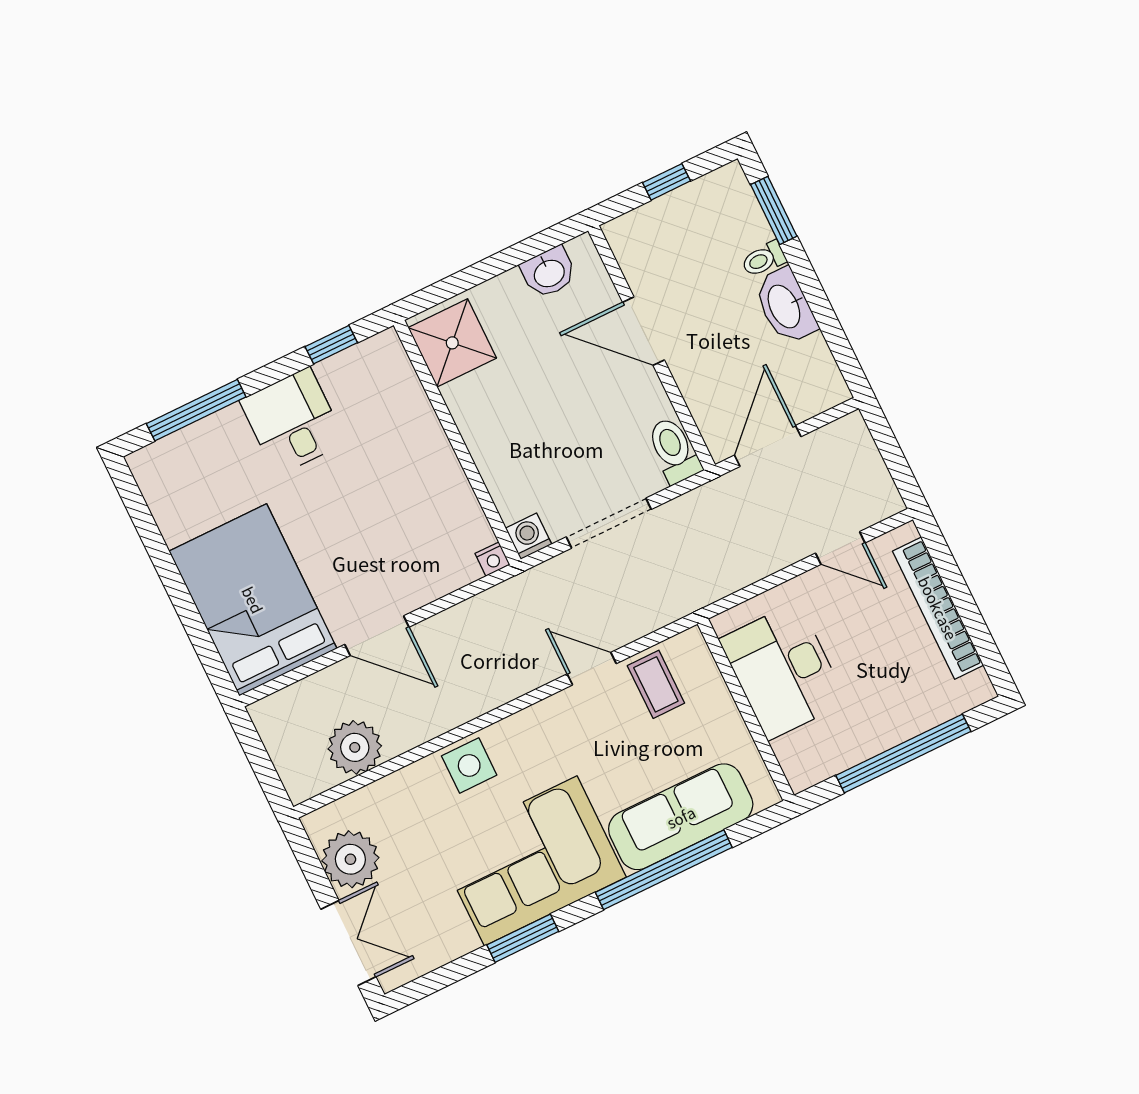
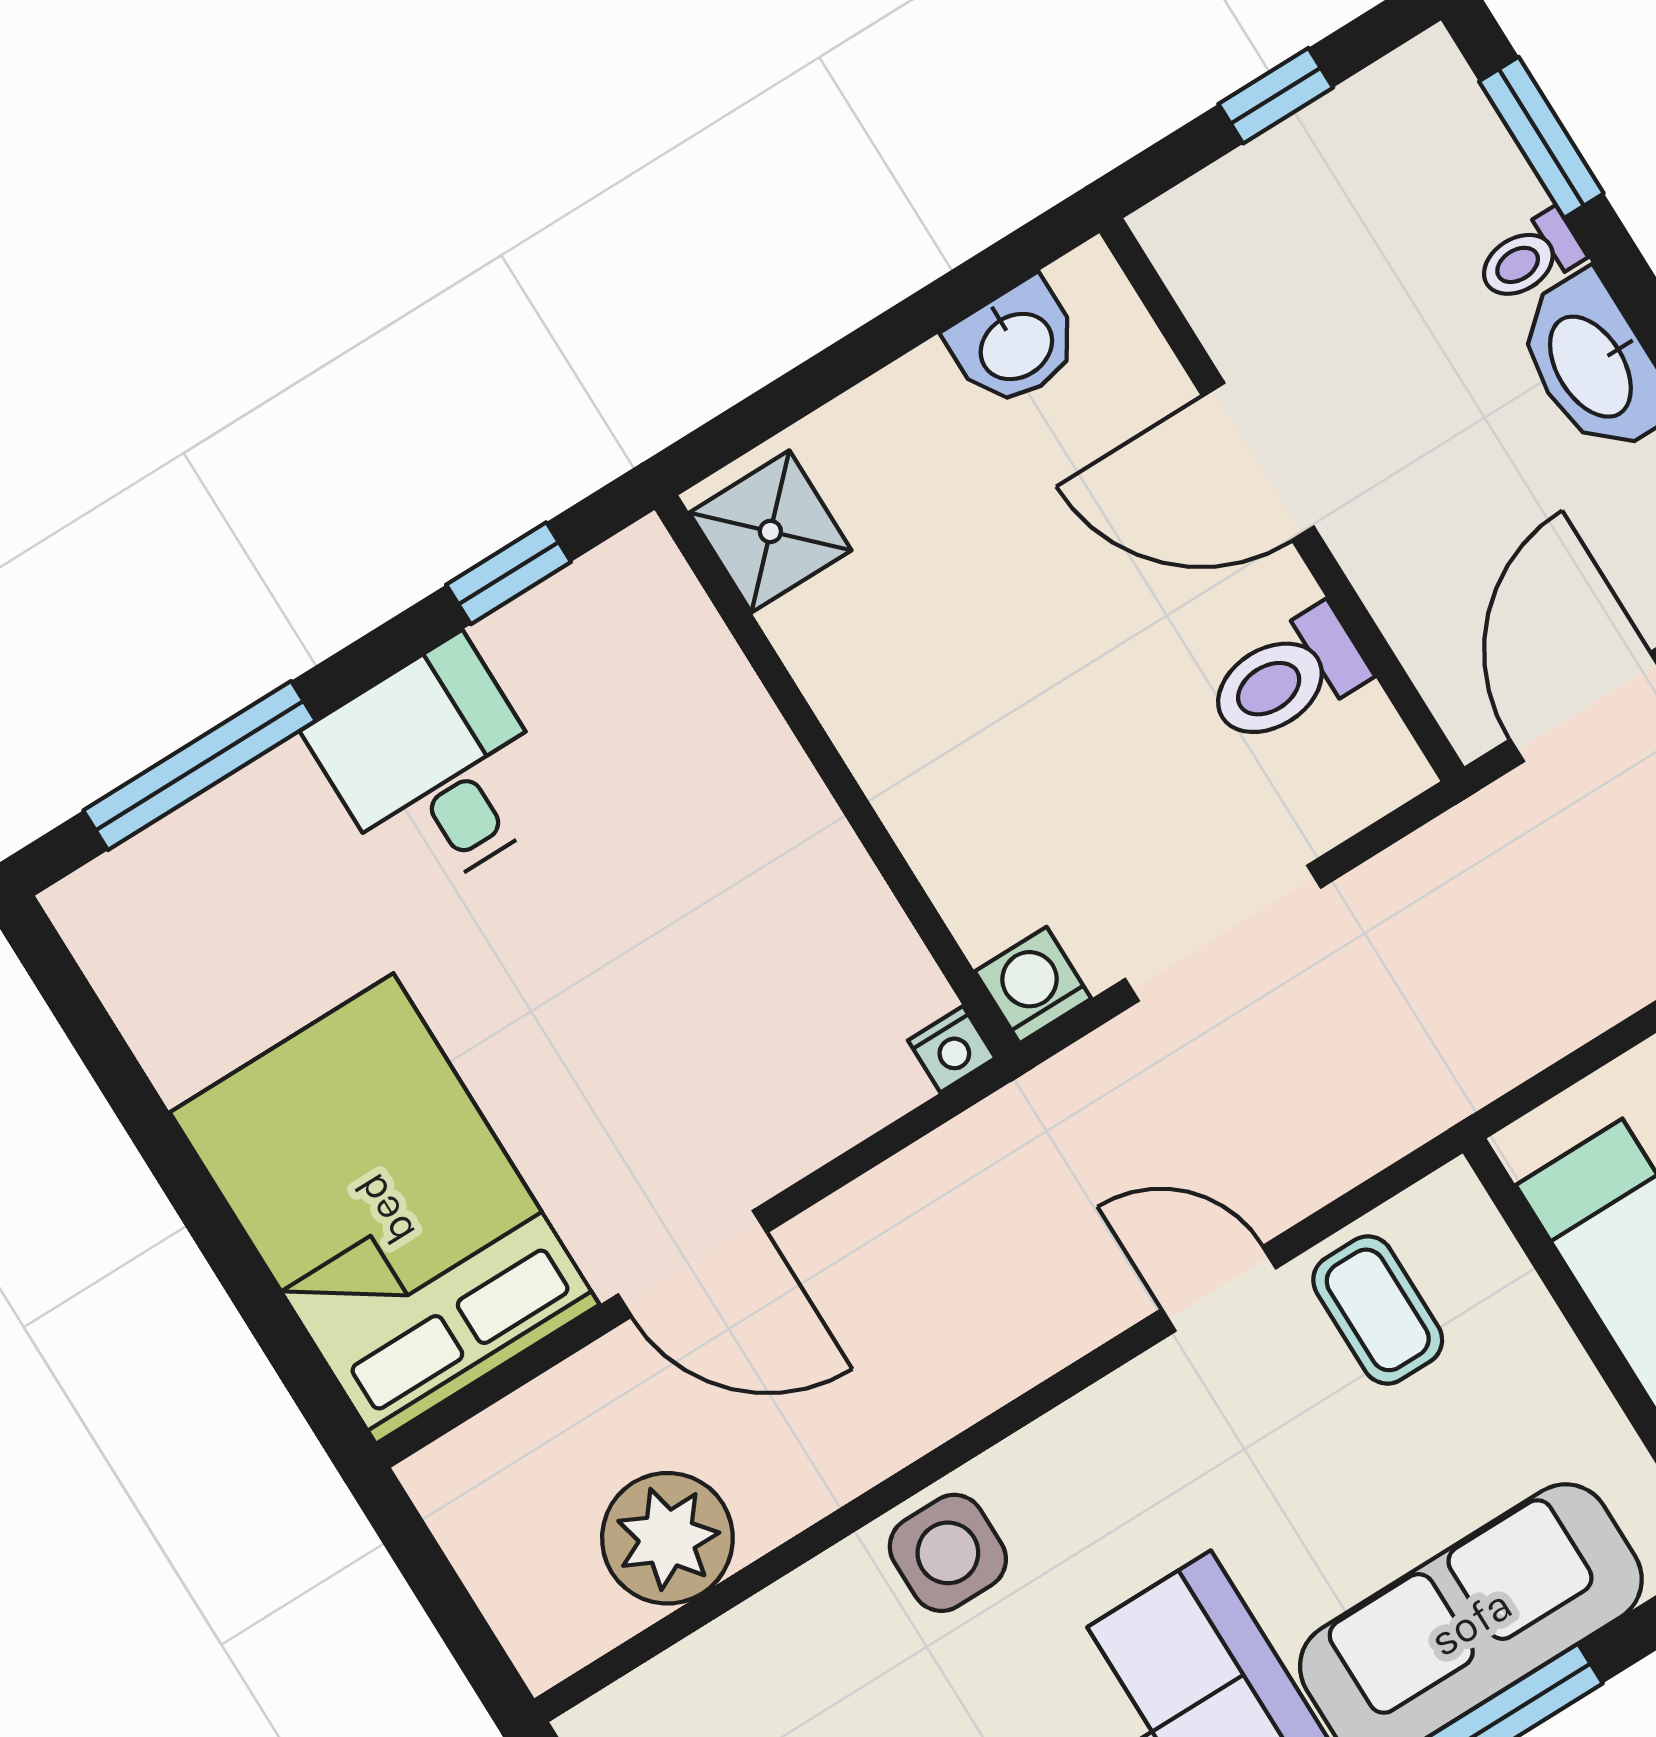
shower: (452, 343) -> (770, 531), width x0.73, depth x0.73
toilet: (674, 450) -> (1287, 677), moved, turned -90

